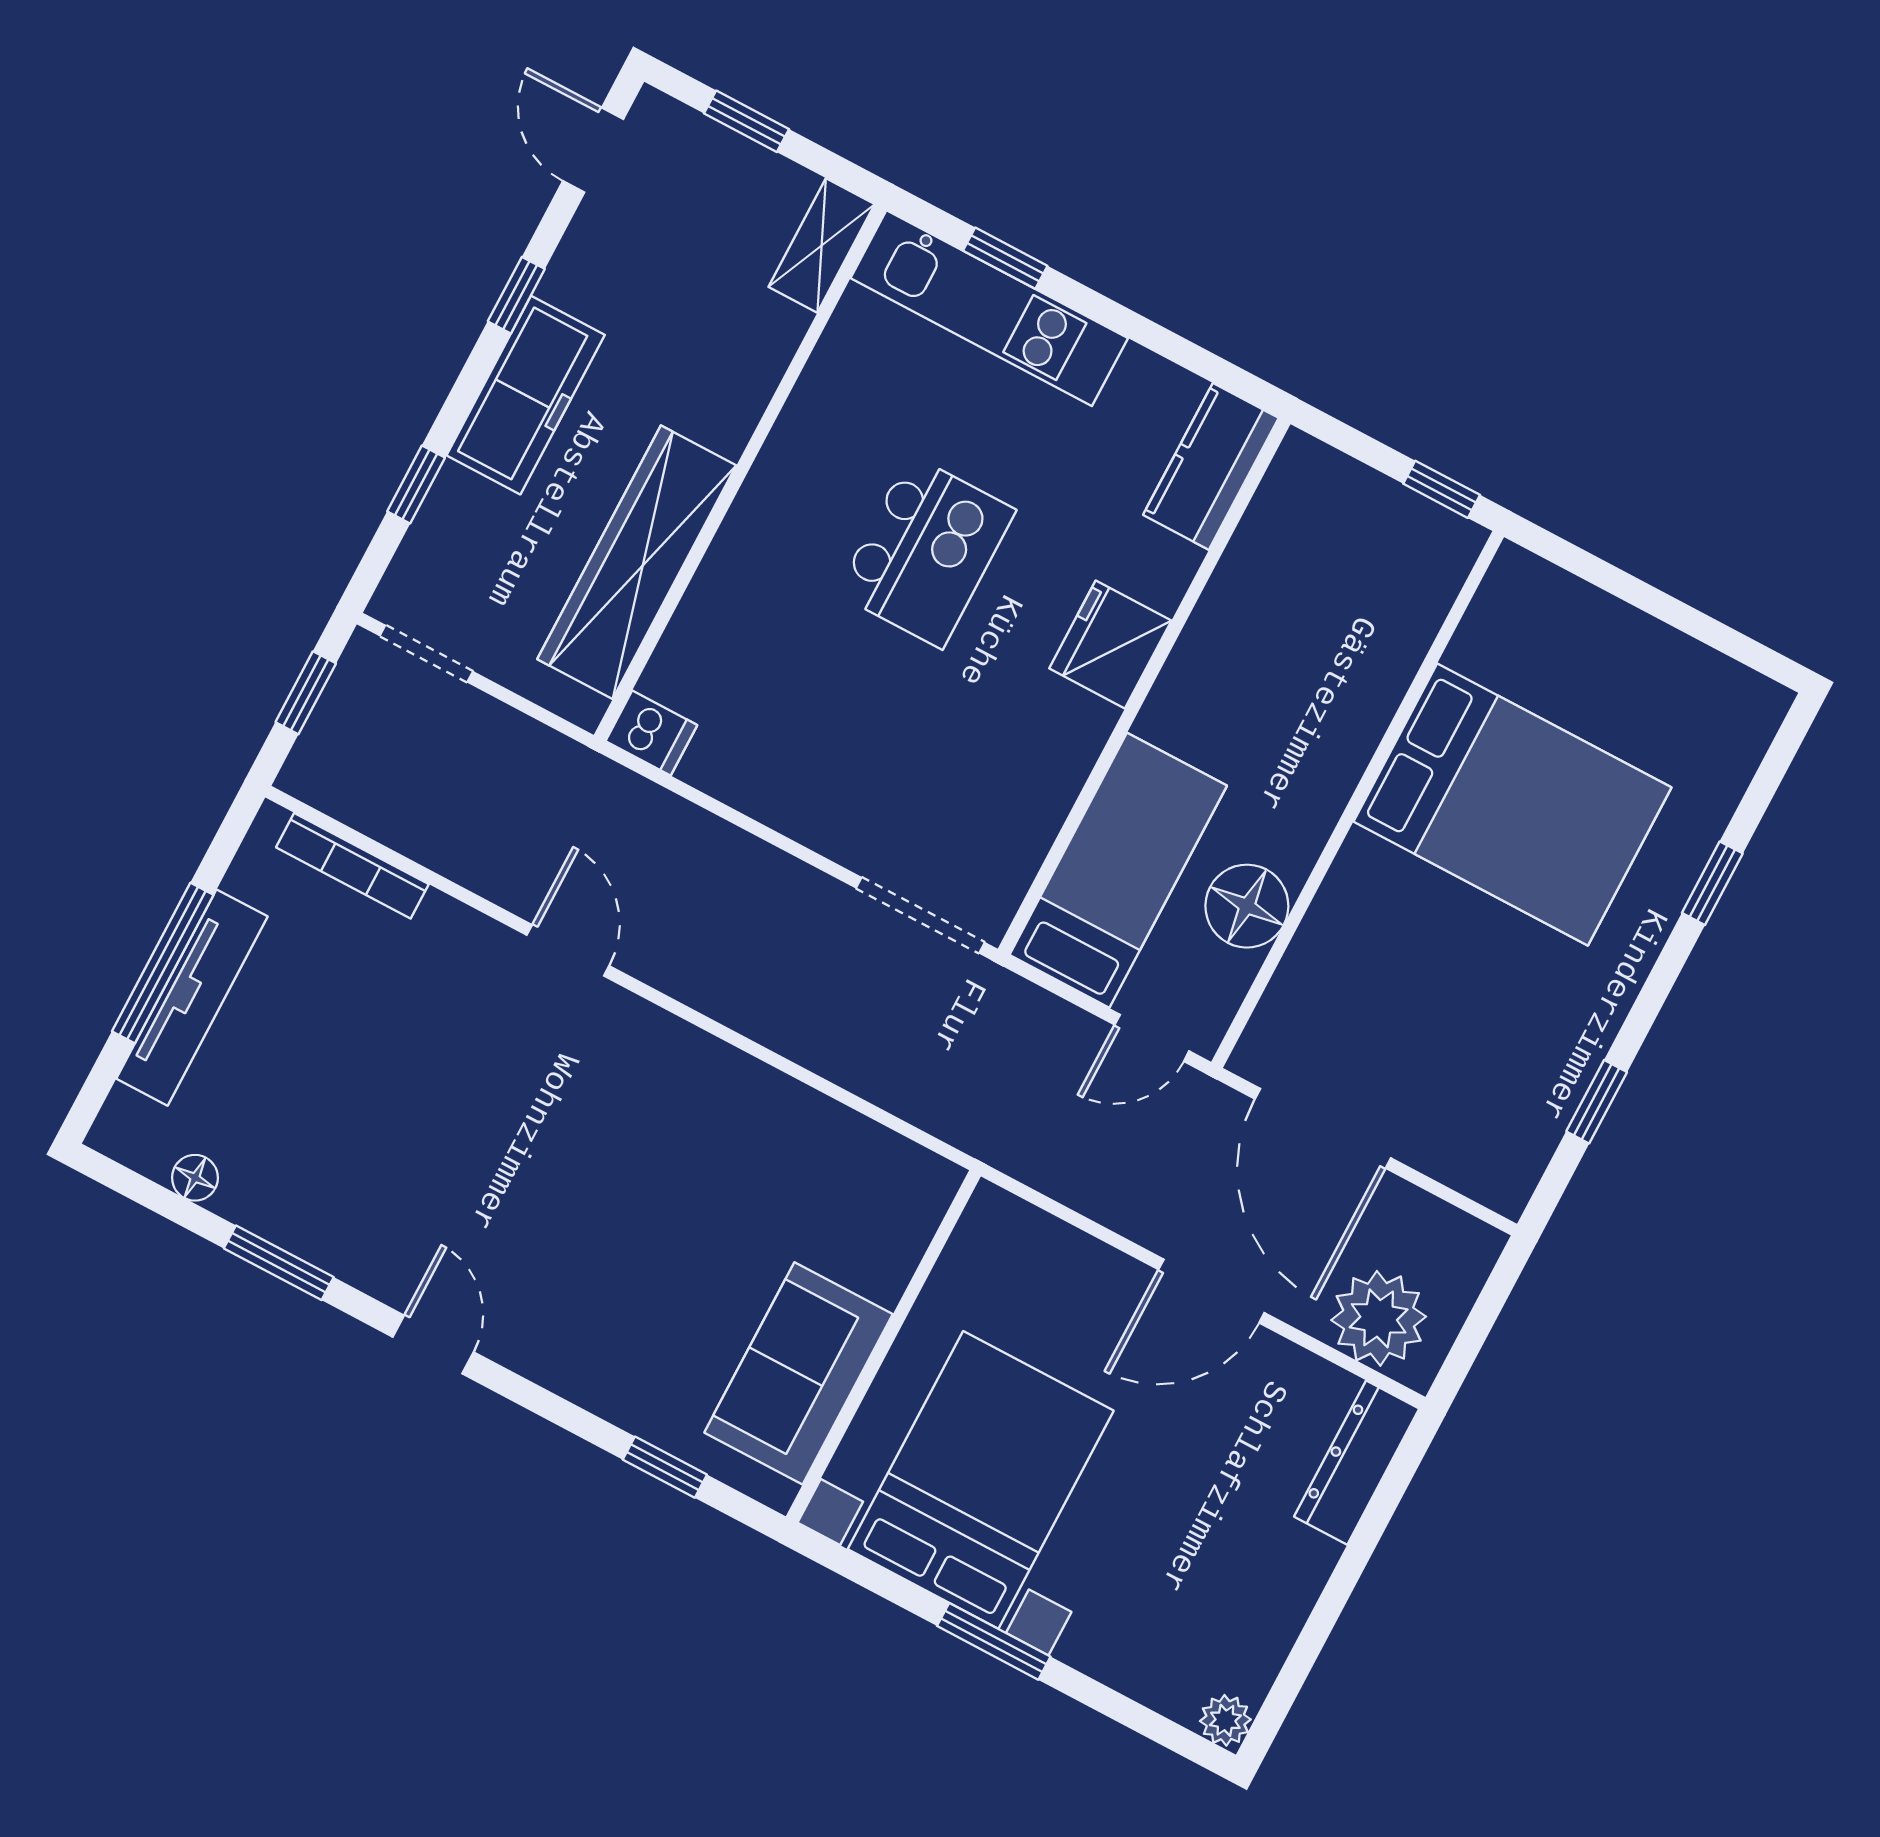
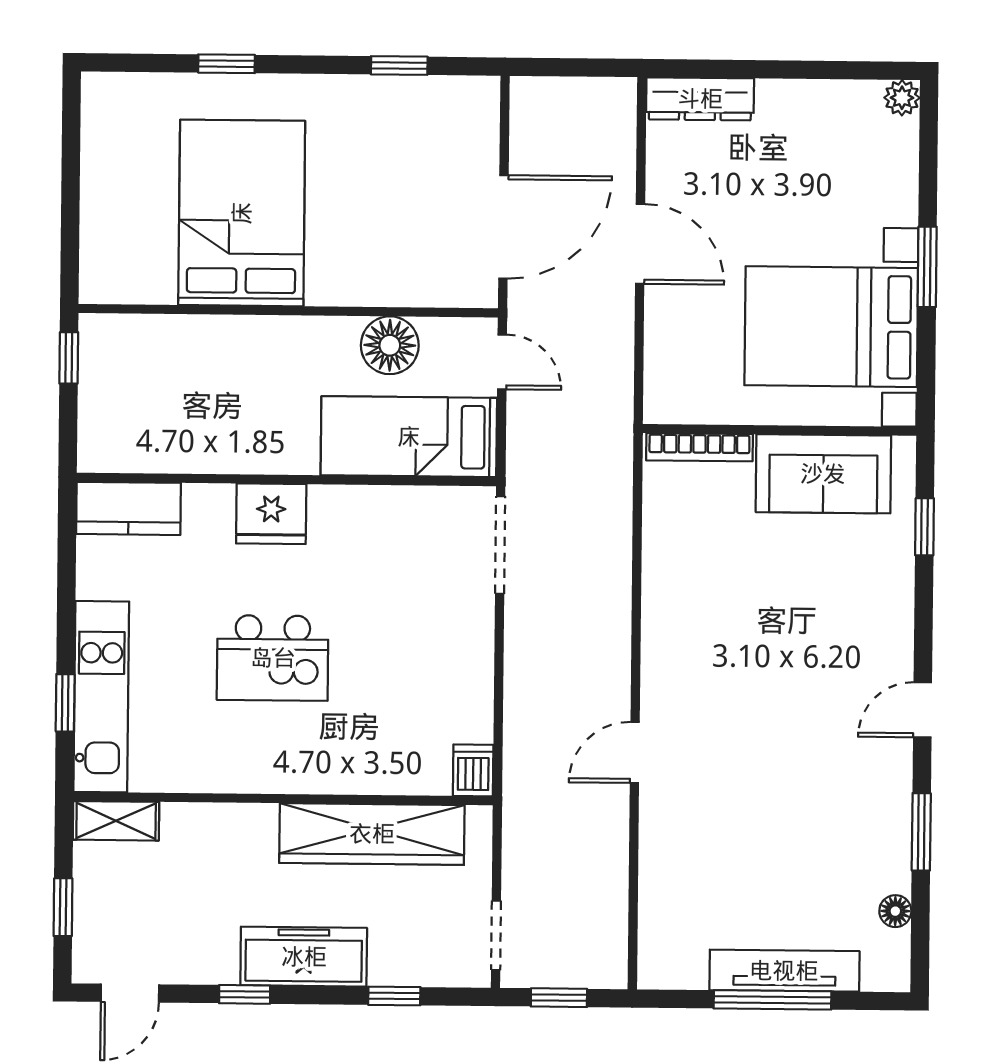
kitchen island: (926, 552) -> (273, 658), turned 180
bookcase: (352, 866) -> (699, 447), moved, turned 90
plant: (1379, 1318) -> (603, 131), removed

